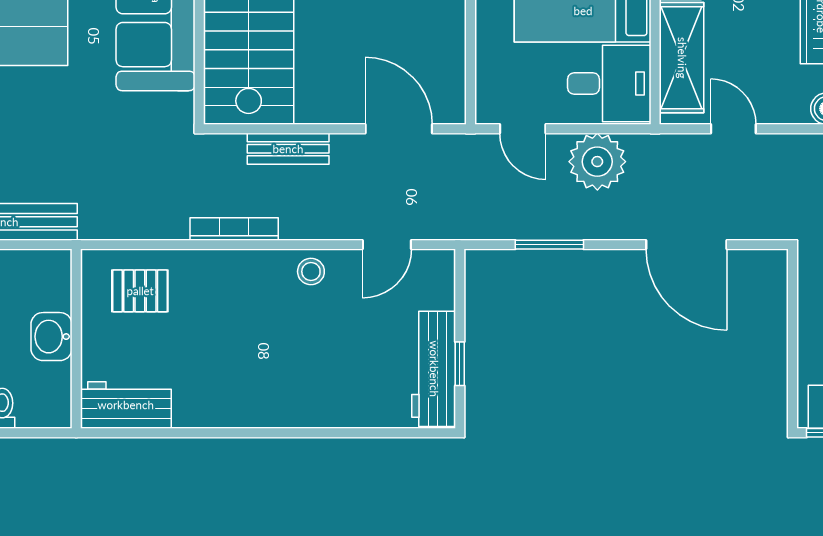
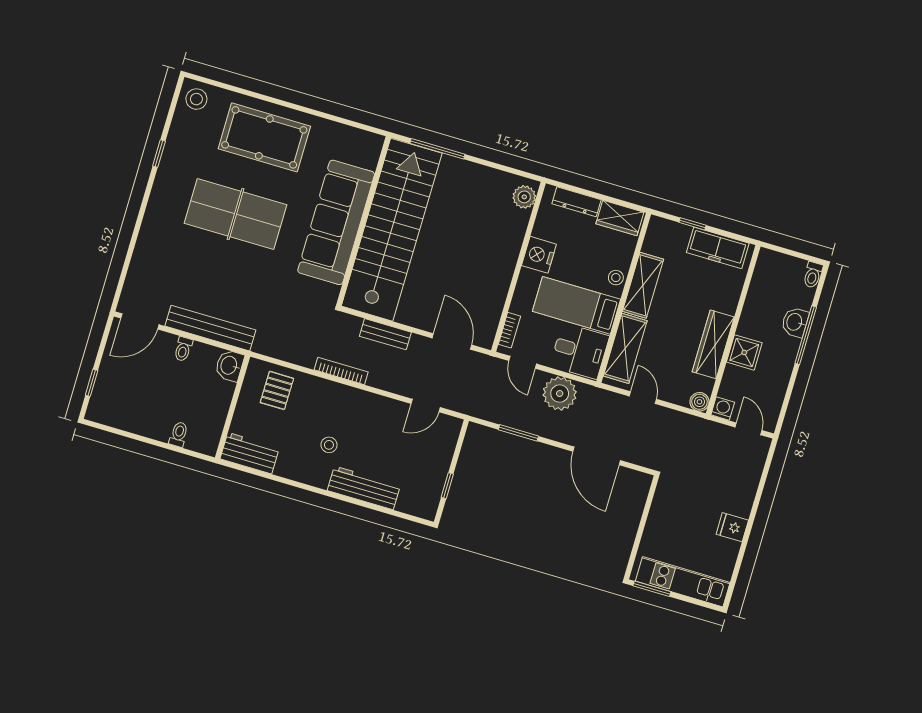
bookcase: (486, 83) -> (509, 330), added
stool: (311, 272) -> (329, 445), moved
pallet: (140, 291) -> (277, 390), turned 90
washbasin: (51, 337) -> (229, 365), moved
workbench: (434, 369) -> (364, 488), moved, turned 90

